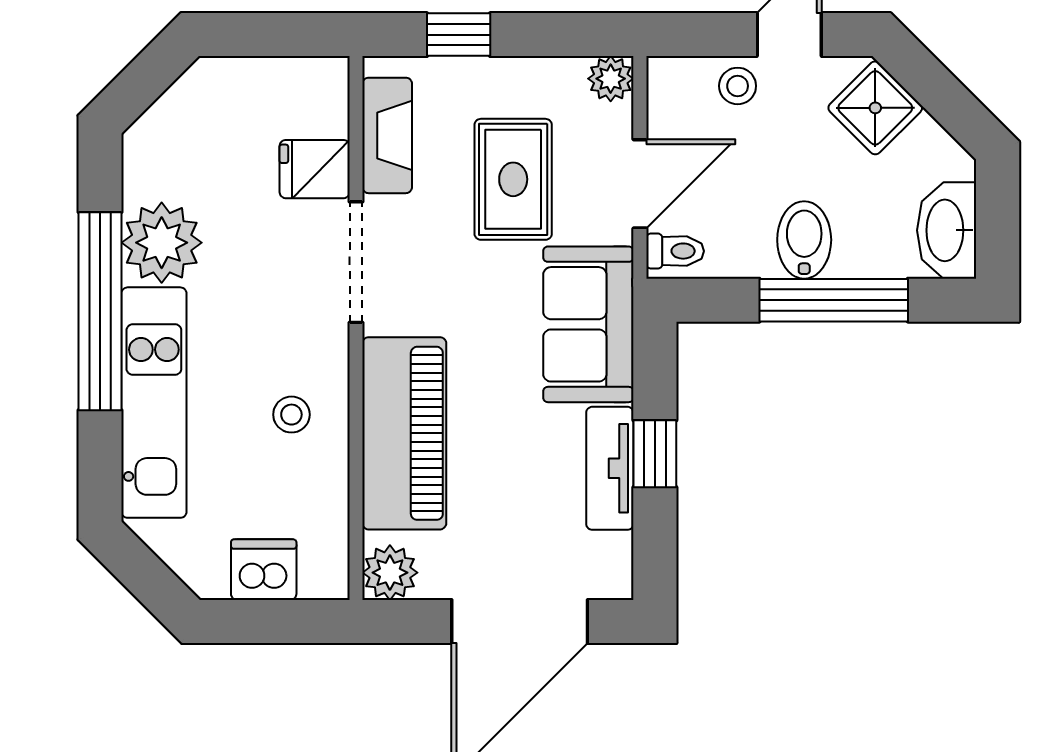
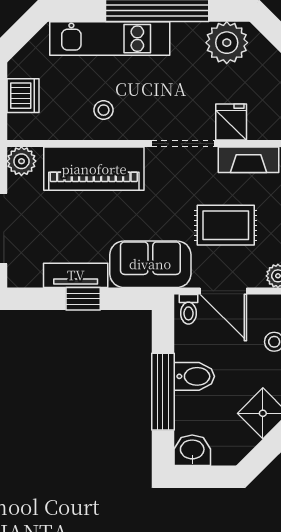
washbasin: (947, 230) -> (192, 450), width x0.72
plant: (162, 243) -> (227, 43), moved

